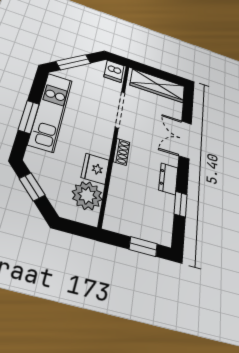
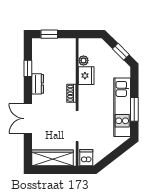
window: (73, 62) -> (116, 154), removed
window: (29, 117) -> (134, 109), moved
double door: (185, 140) -> (28, 119), swing flipped
plant: (87, 196) -> (84, 60), width x0.53, depth x0.53

